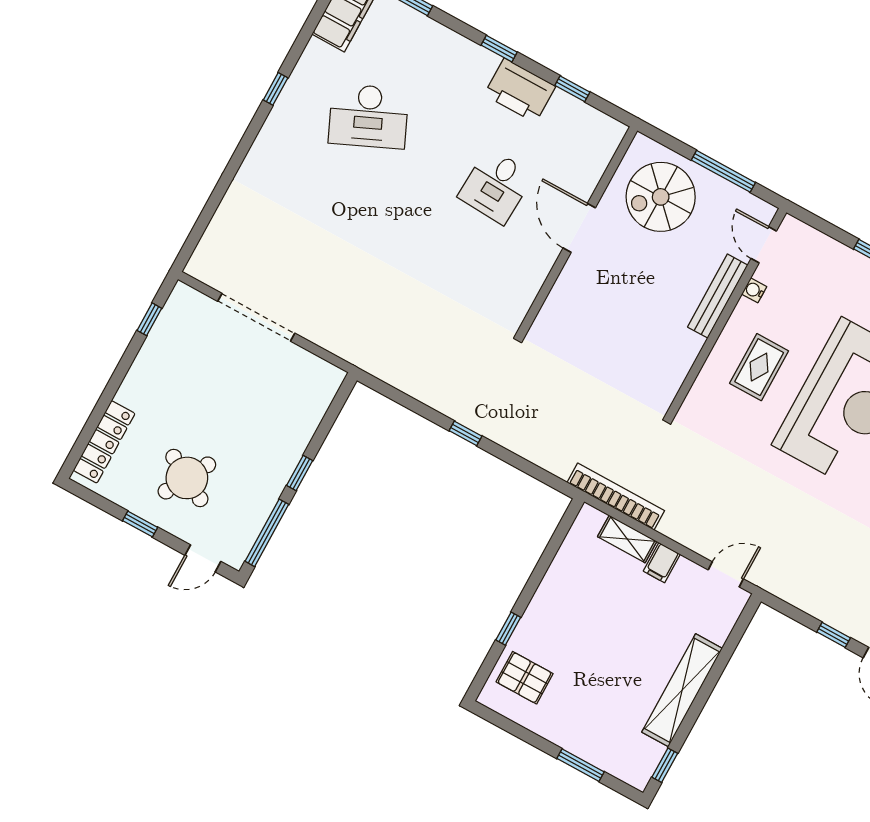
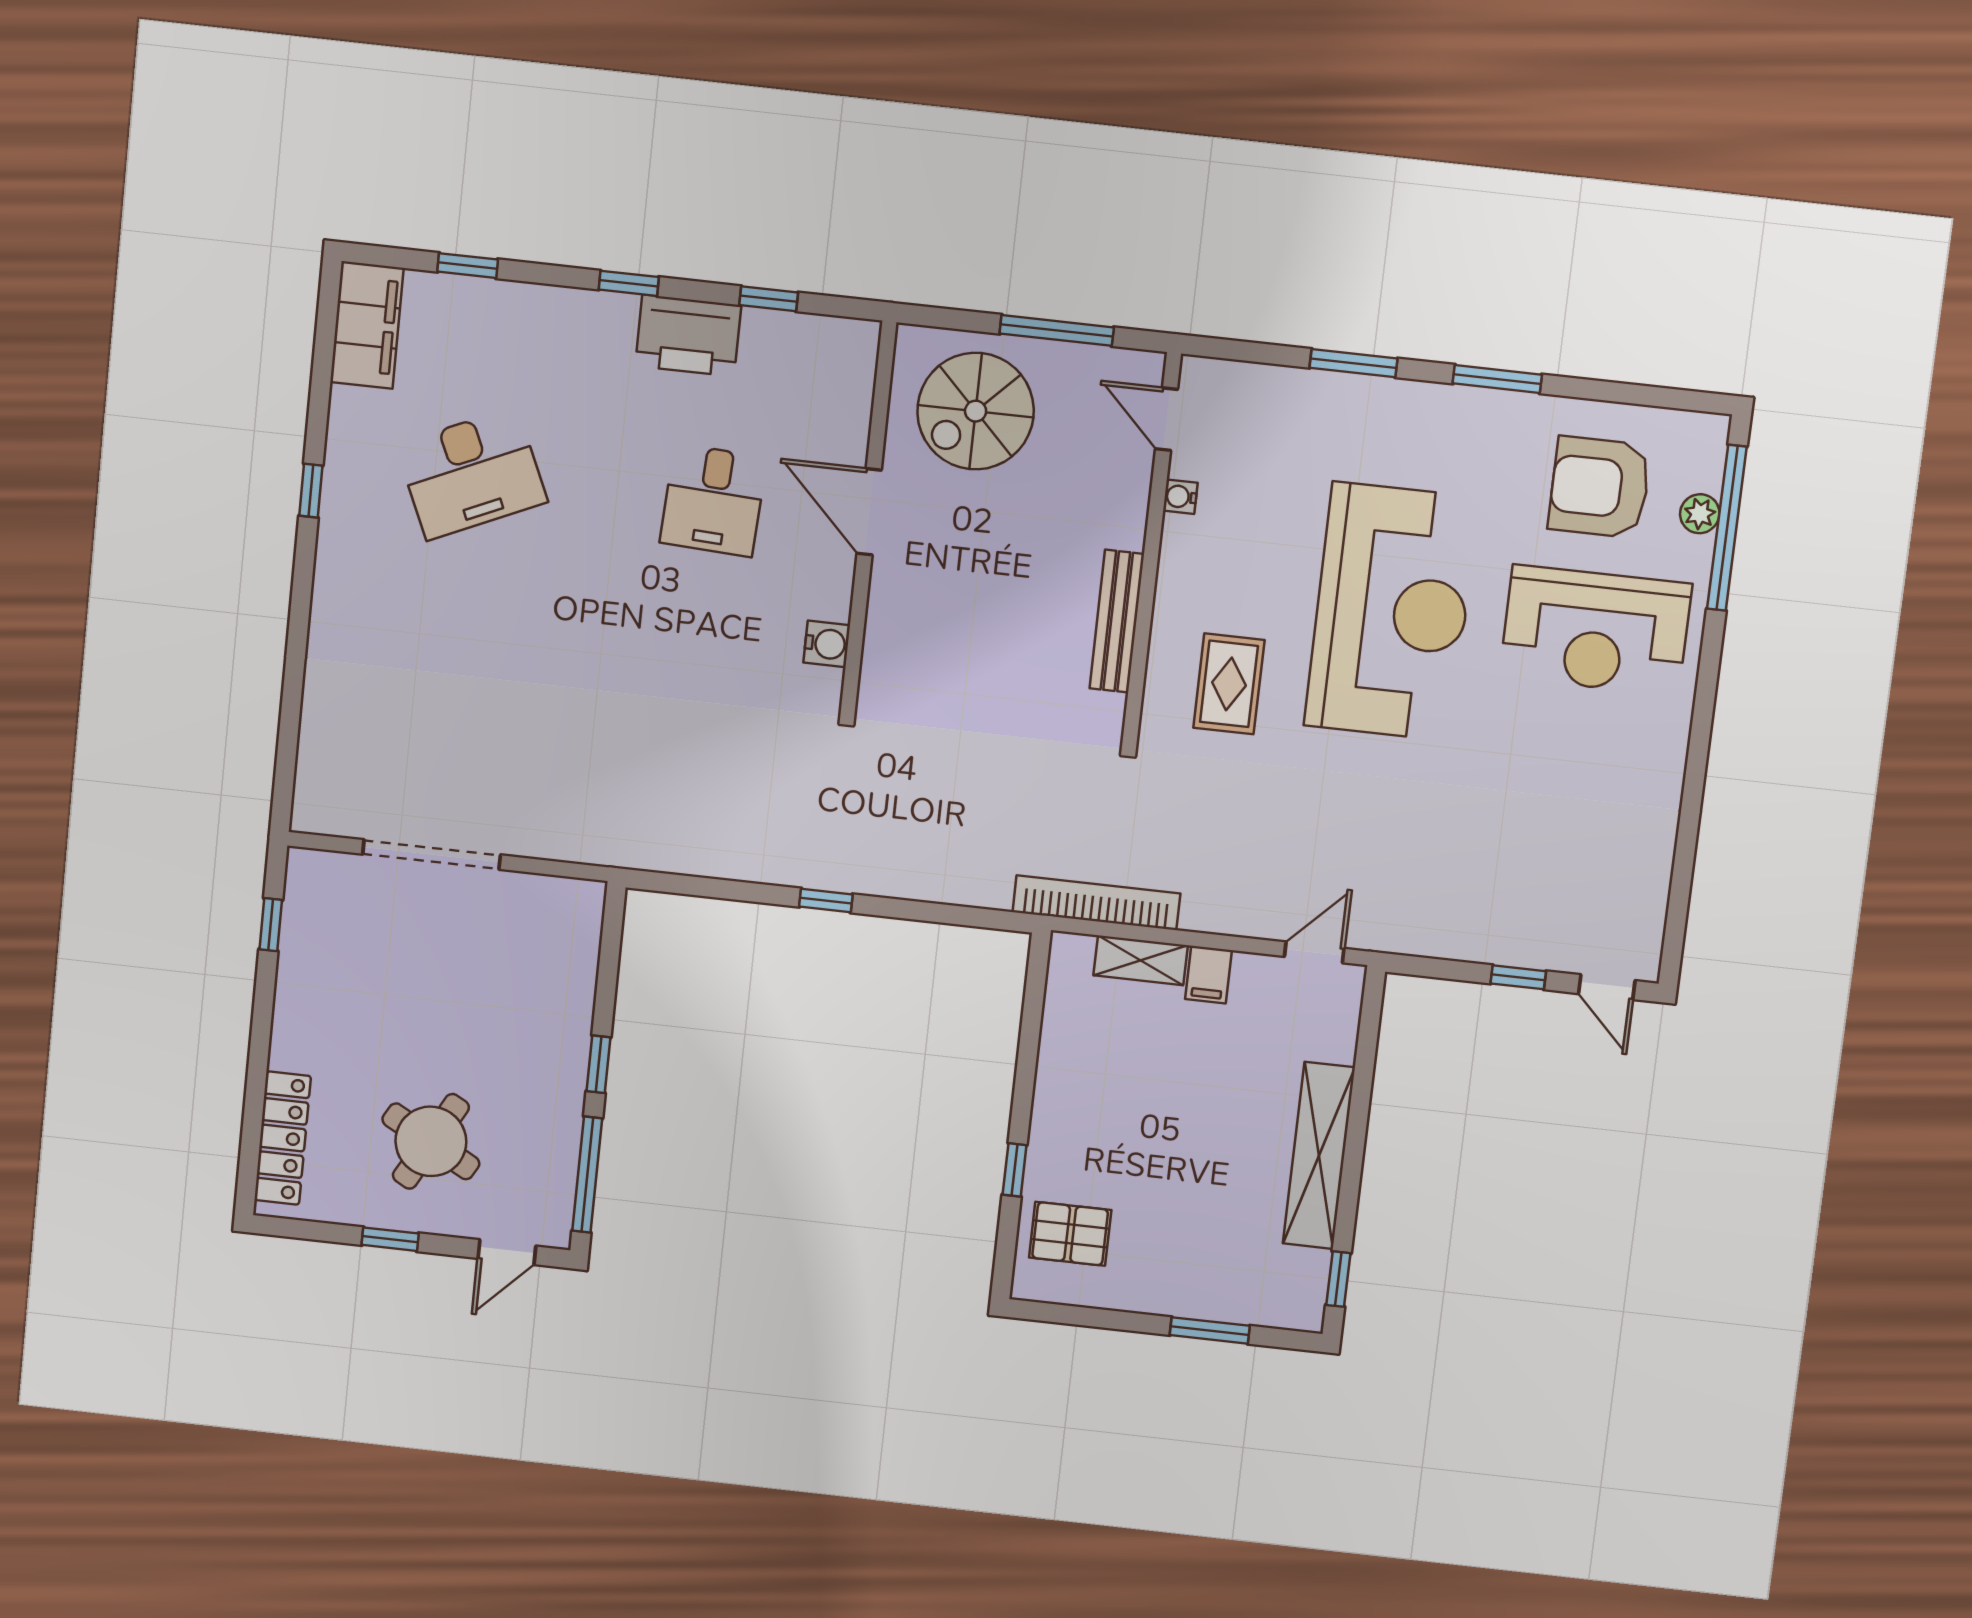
water cooler: (526, 291) -> (827, 644), added
bench: (718, 296) -> (1117, 621), moved
rug: (759, 367) -> (1229, 684), moved

